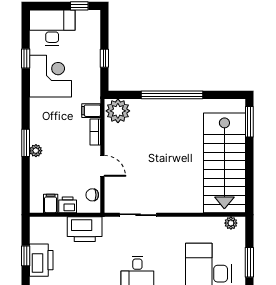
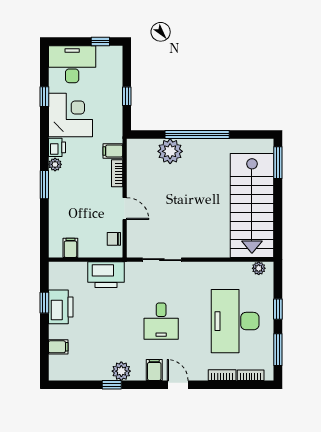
plant: (118, 111) -> (170, 151), moved
plant: (36, 151) -> (55, 164), moved
printer: (68, 205) -> (57, 147), moved, turned 90
window: (249, 262) -> (278, 309), width x0.67

